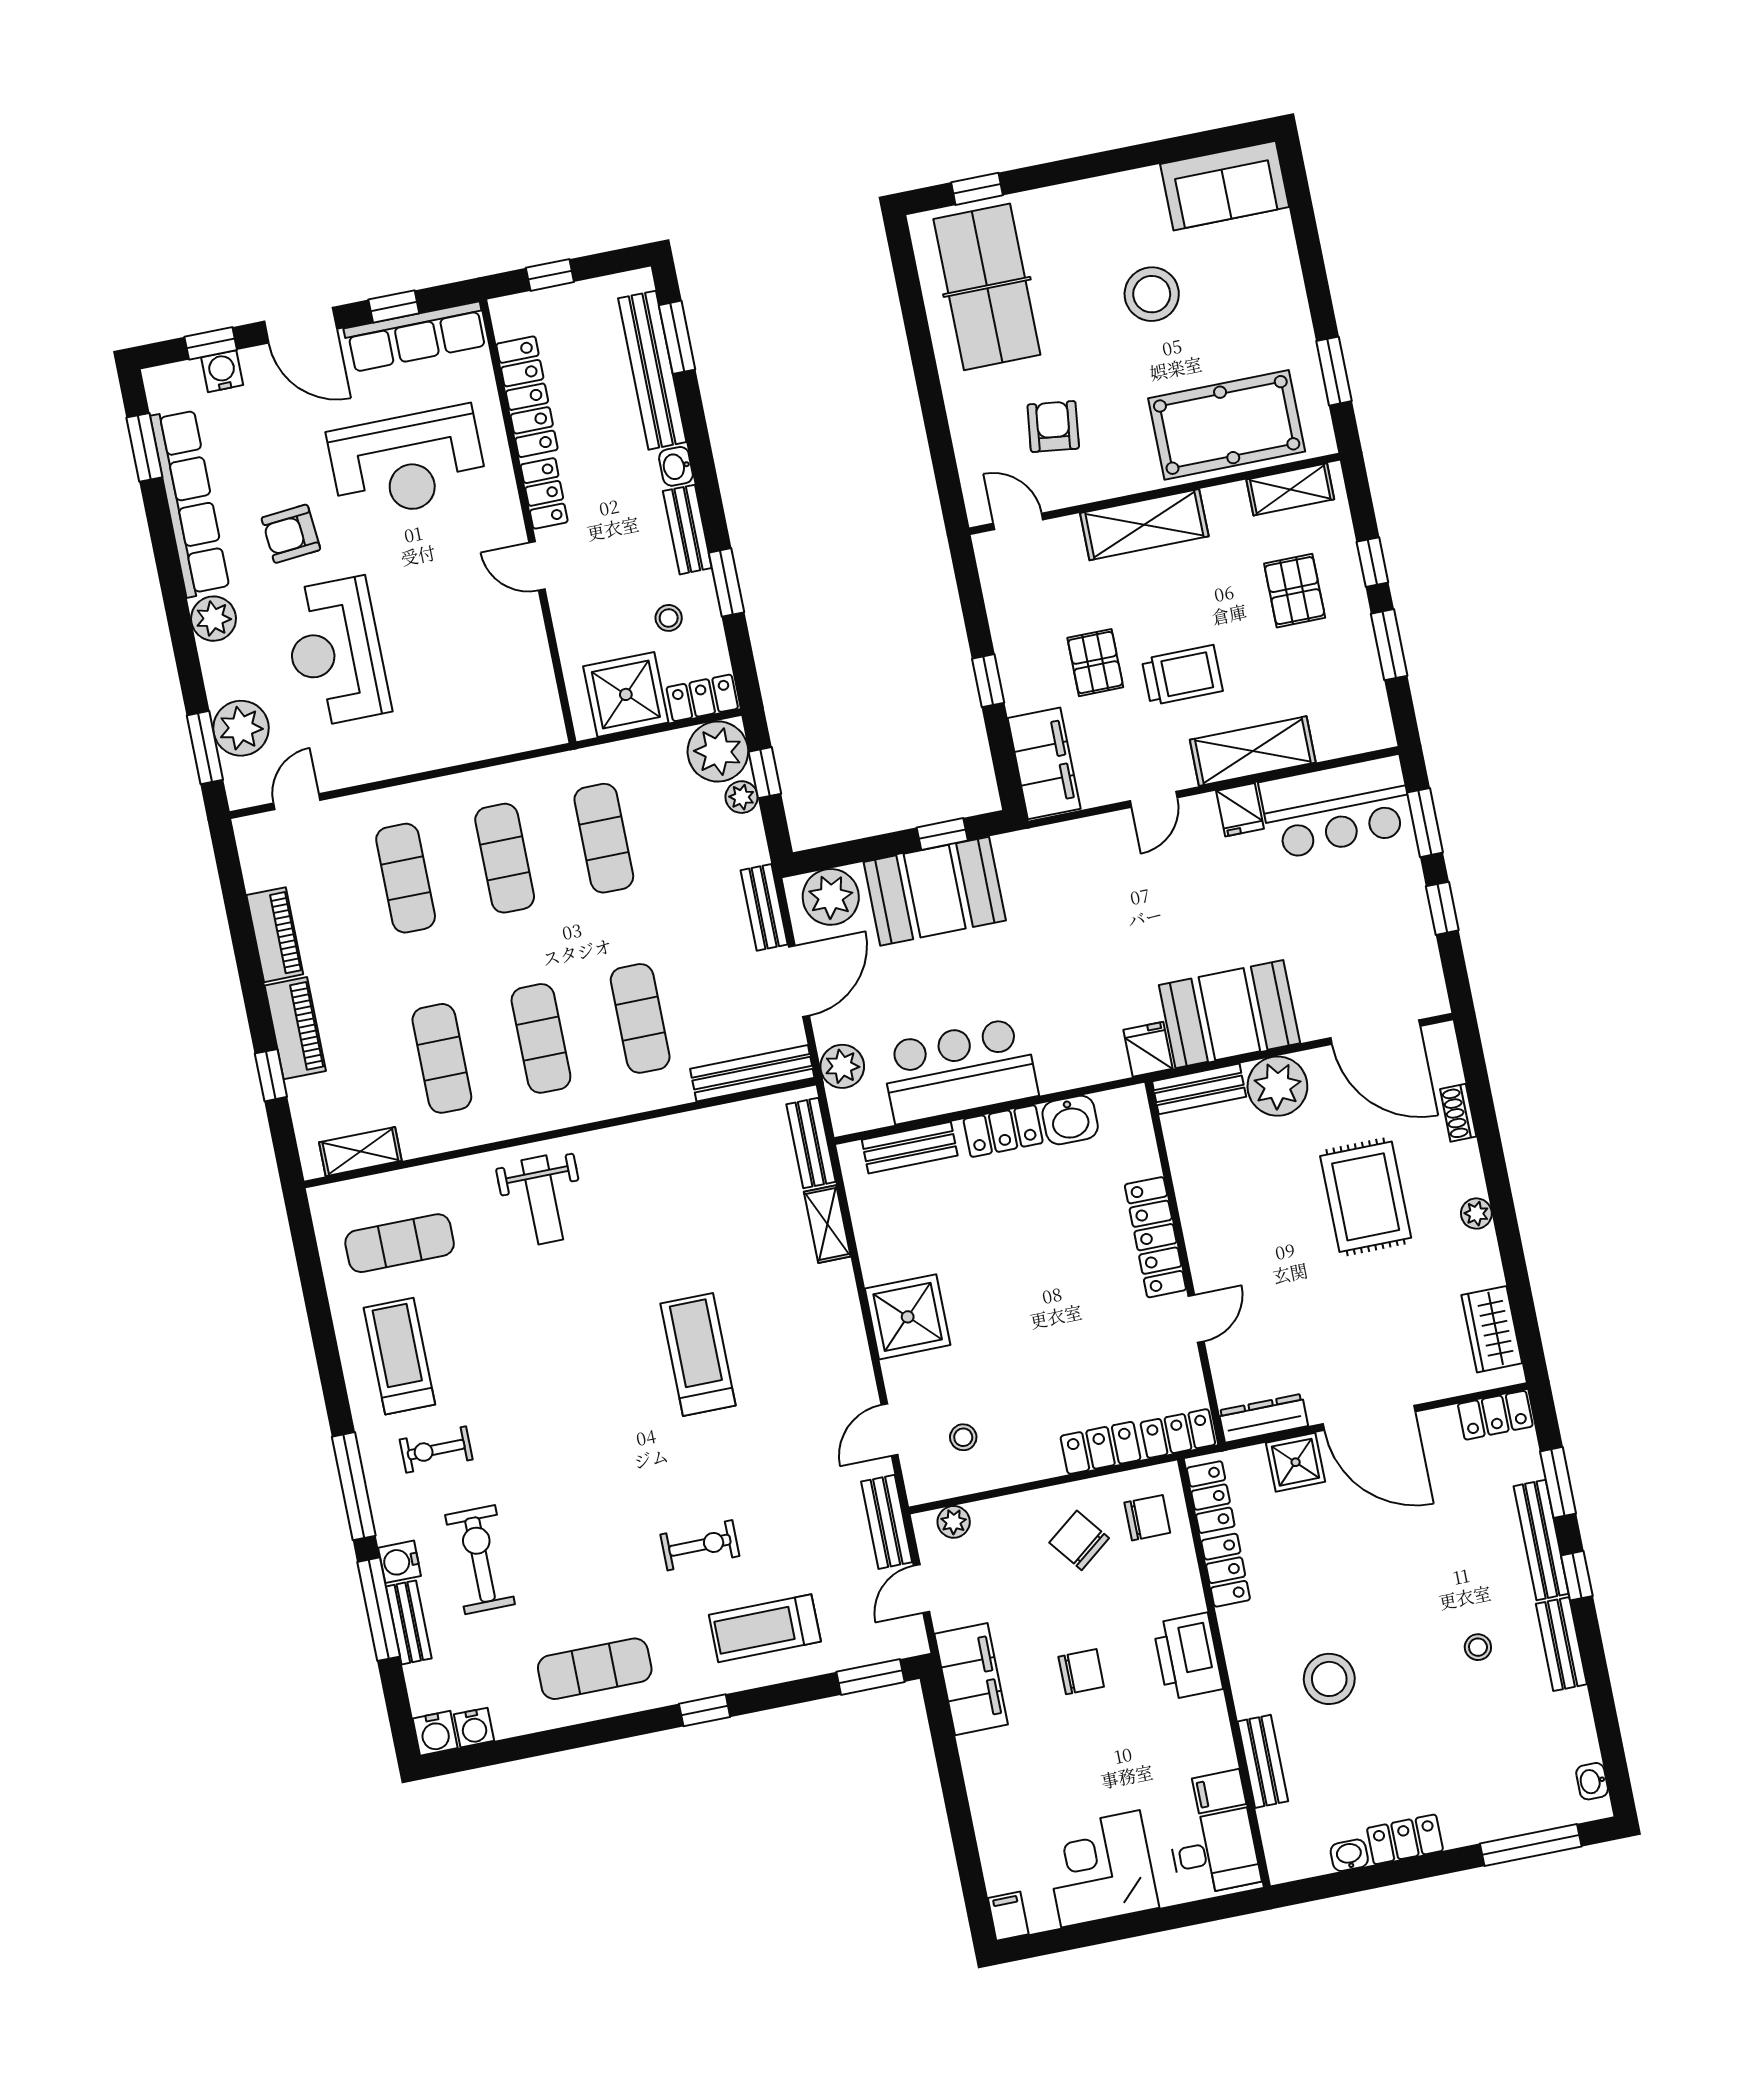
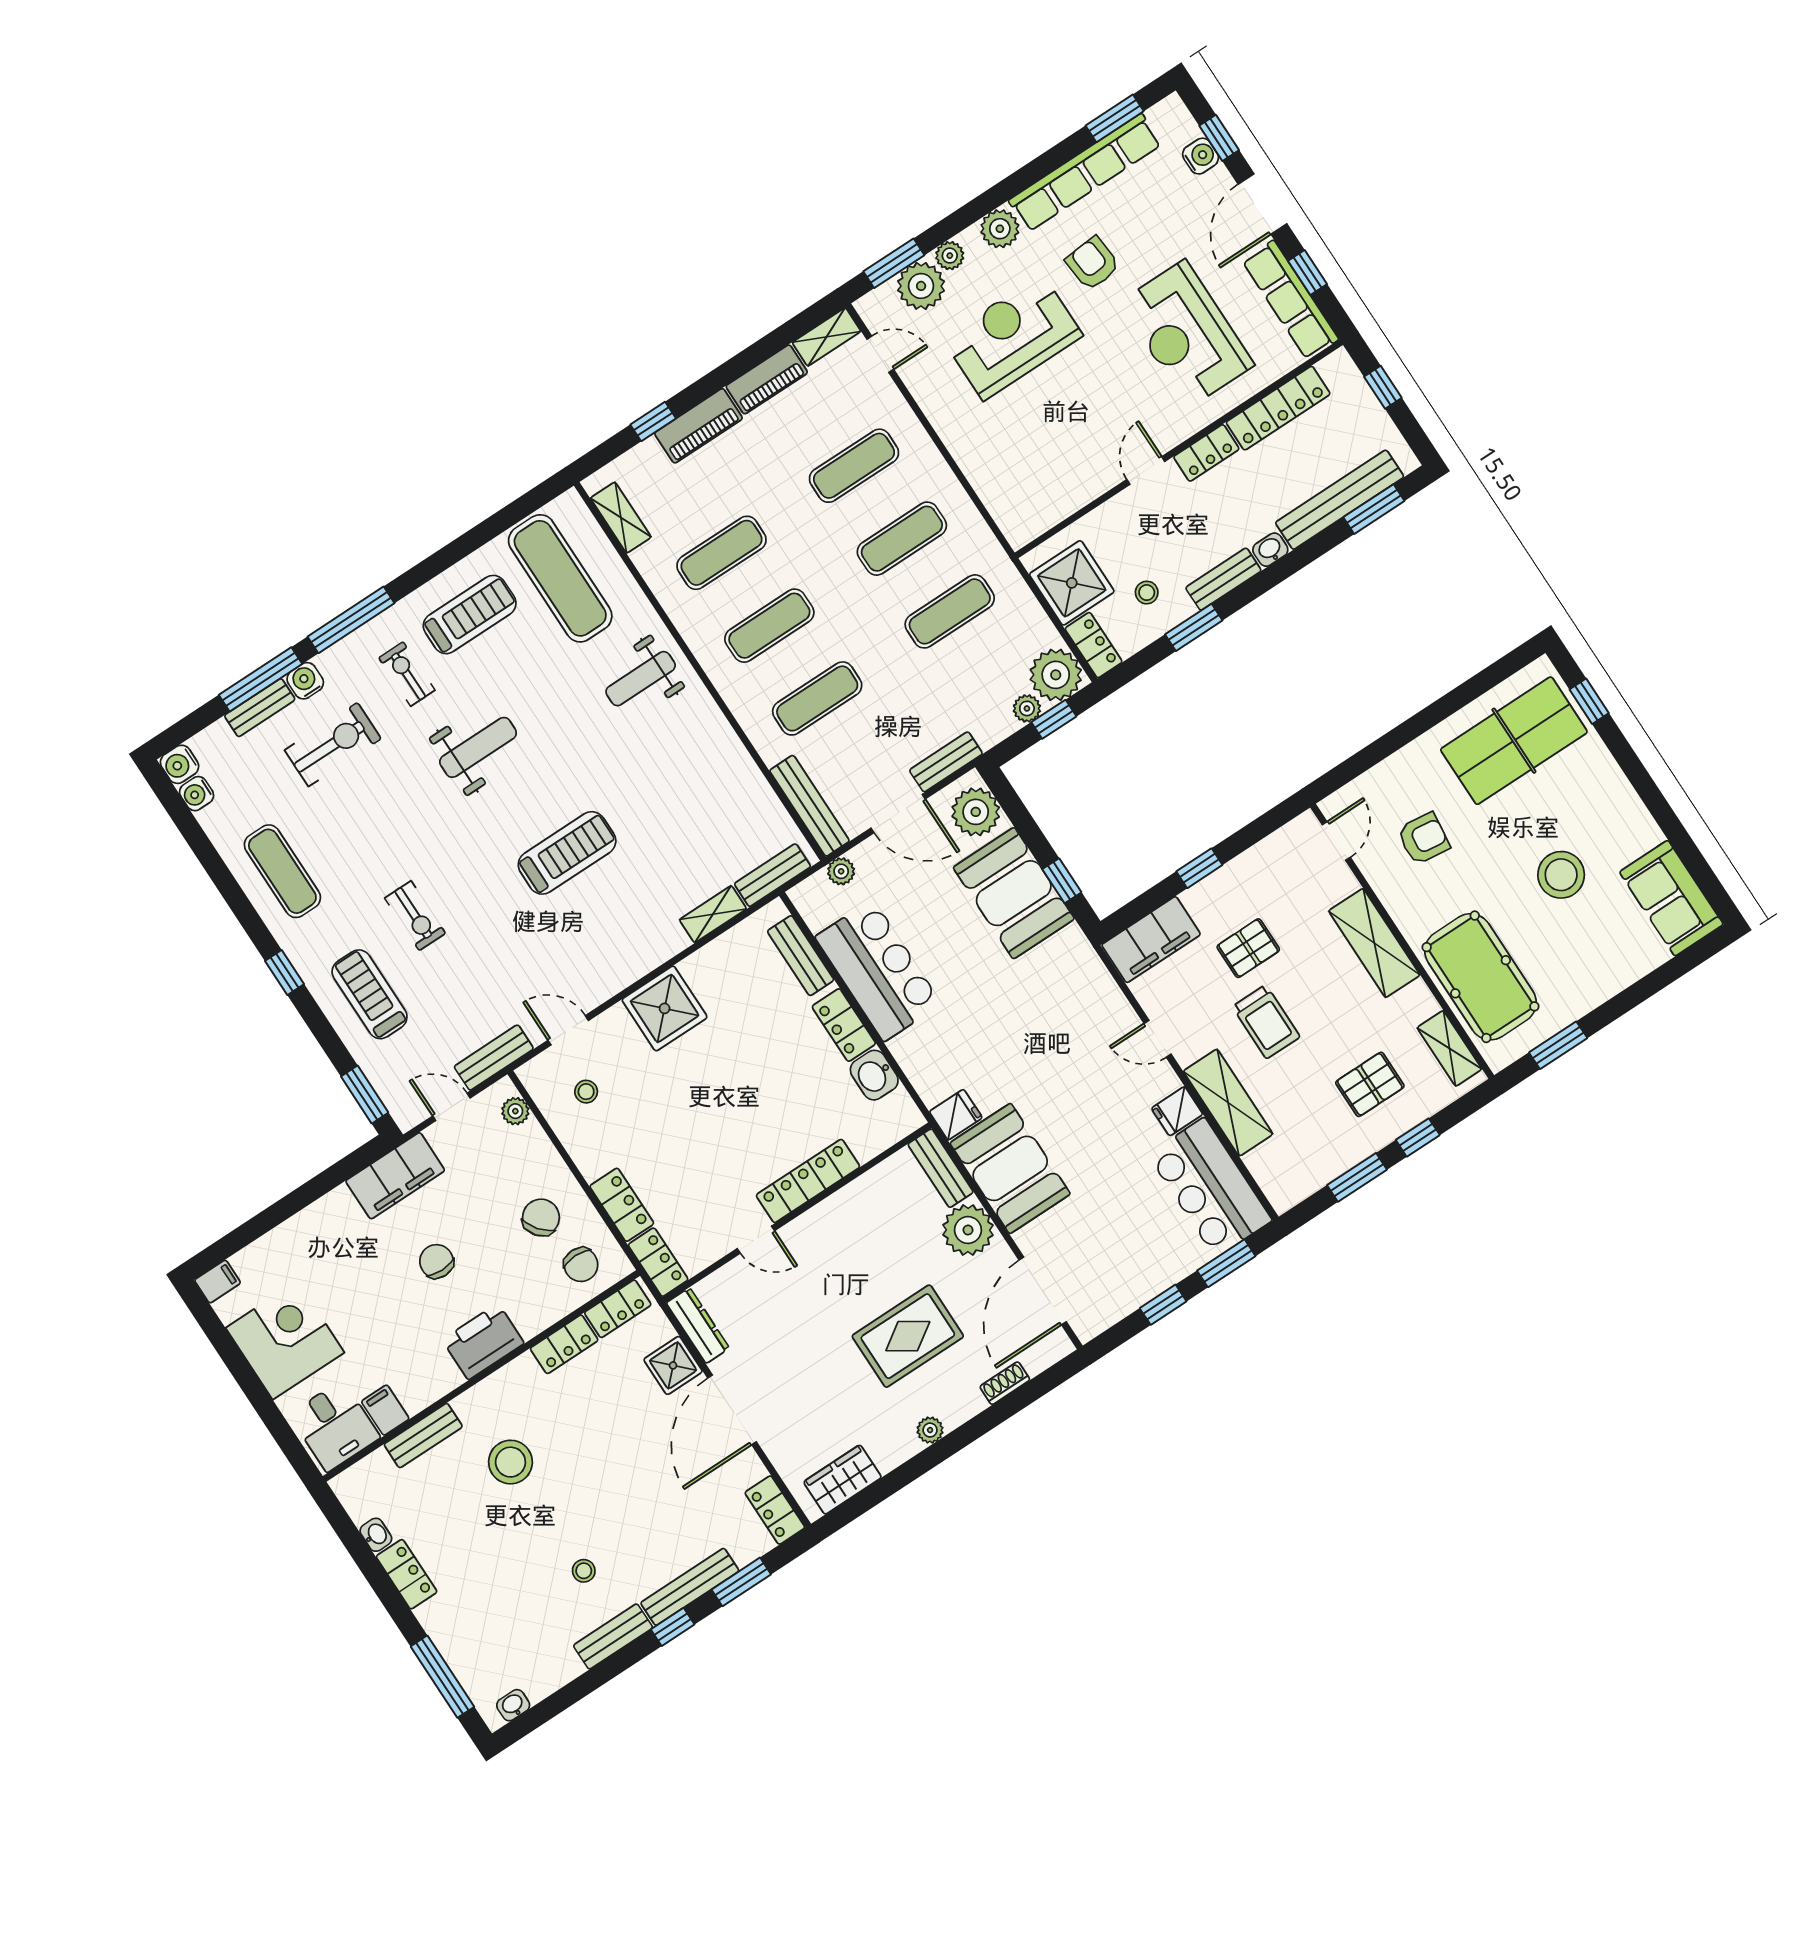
plant: (221, 684) -> (950, 256), added
shelving: (255, 852) -> (826, 337), added
plant: (842, 1066) -> (841, 871), width x0.73, depth x0.73
exercise mat: (400, 1243) -> (560, 578), width x1.36, depth x1.45
weight bench: (546, 1405) -> (478, 747), added
chair: (1081, 1672) -> (437, 1261), turned 180

